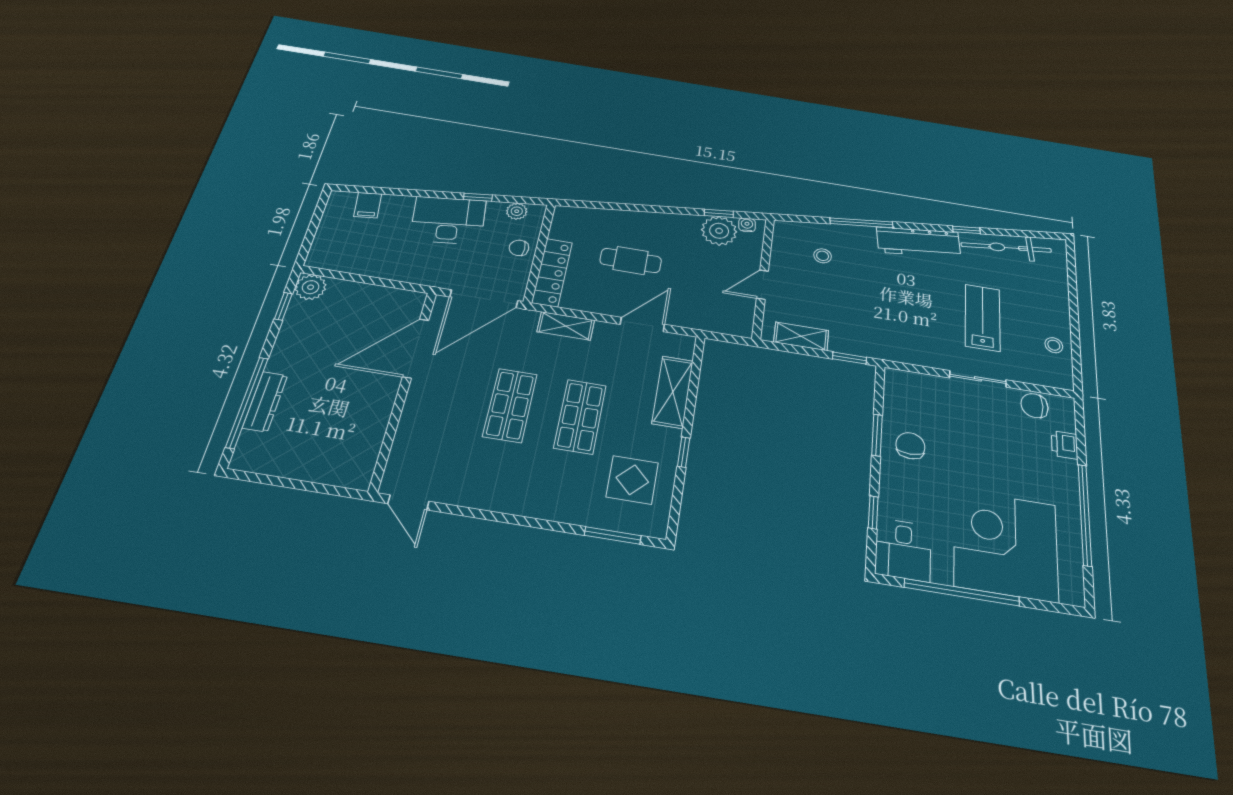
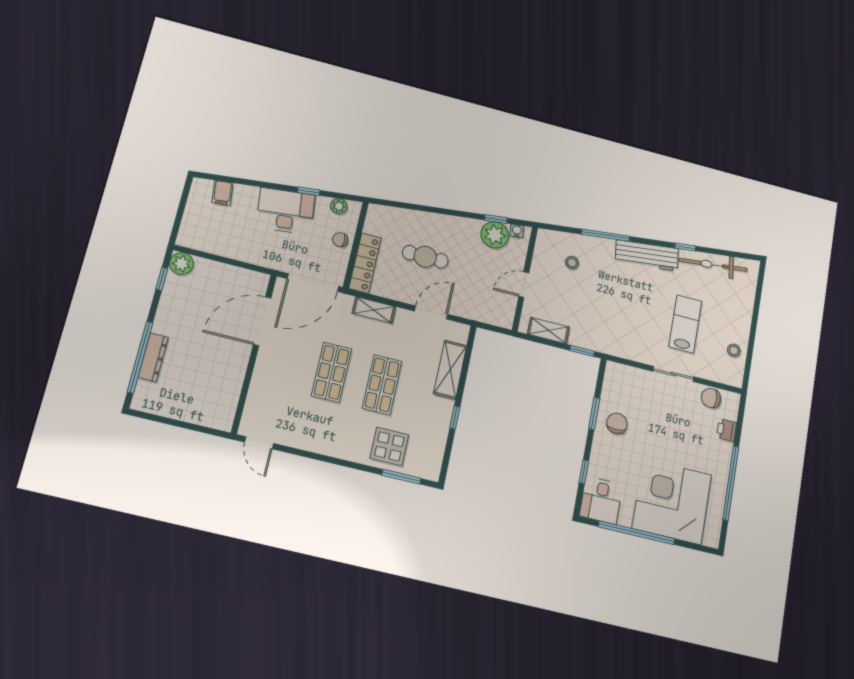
display table: (632, 480) -> (389, 446), moved

